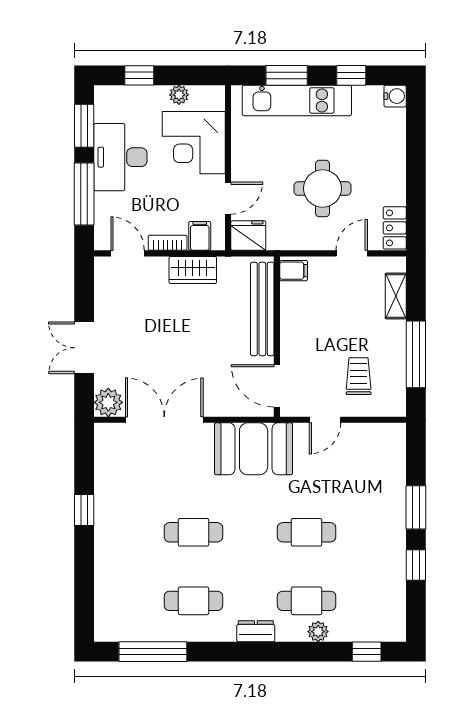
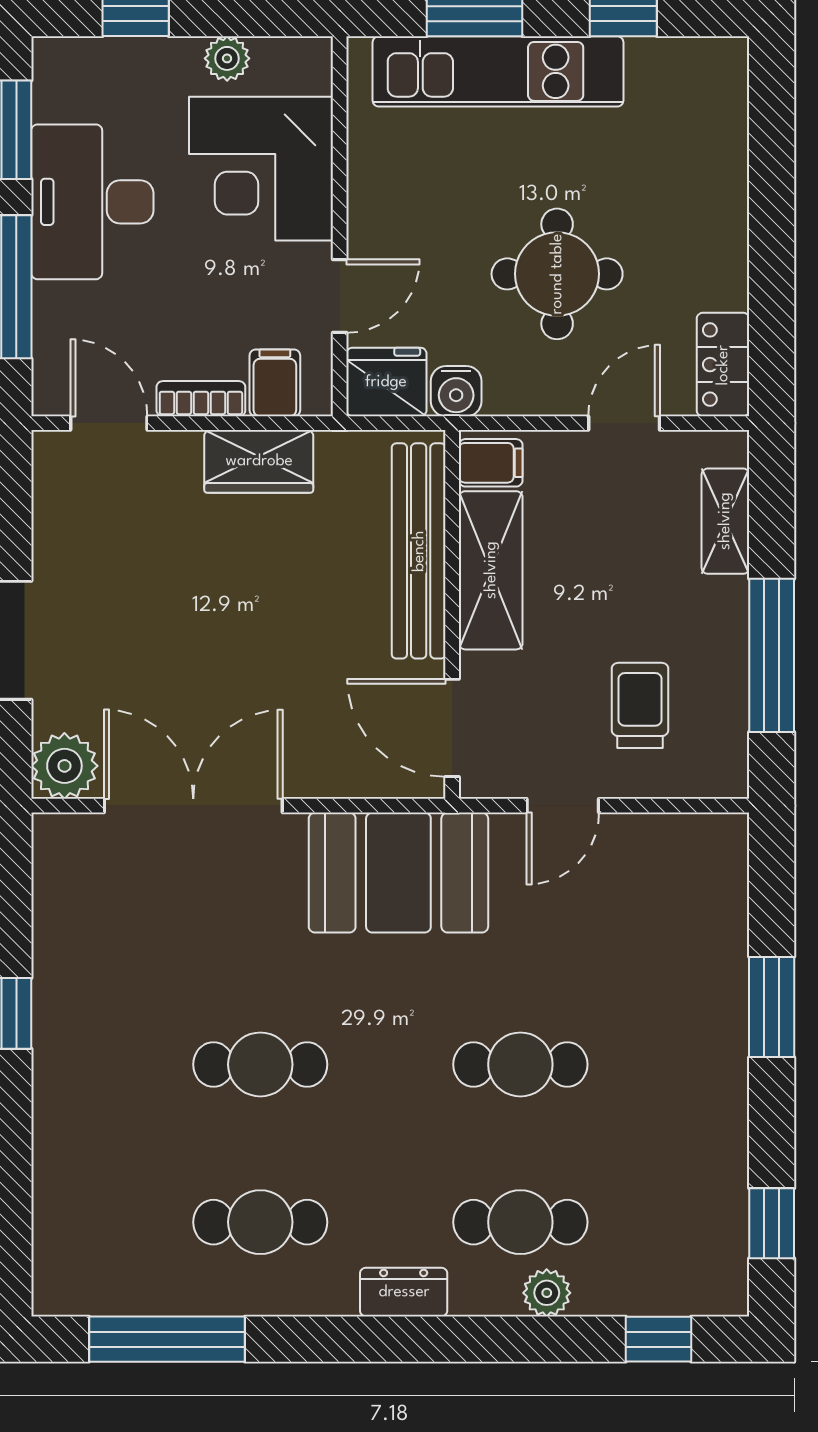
water cooler: (395, 96) -> (456, 391), moved, turned 90
shelving: (294, 317) -> (491, 570), added
window: (416, 565) -> (772, 1223), moved

